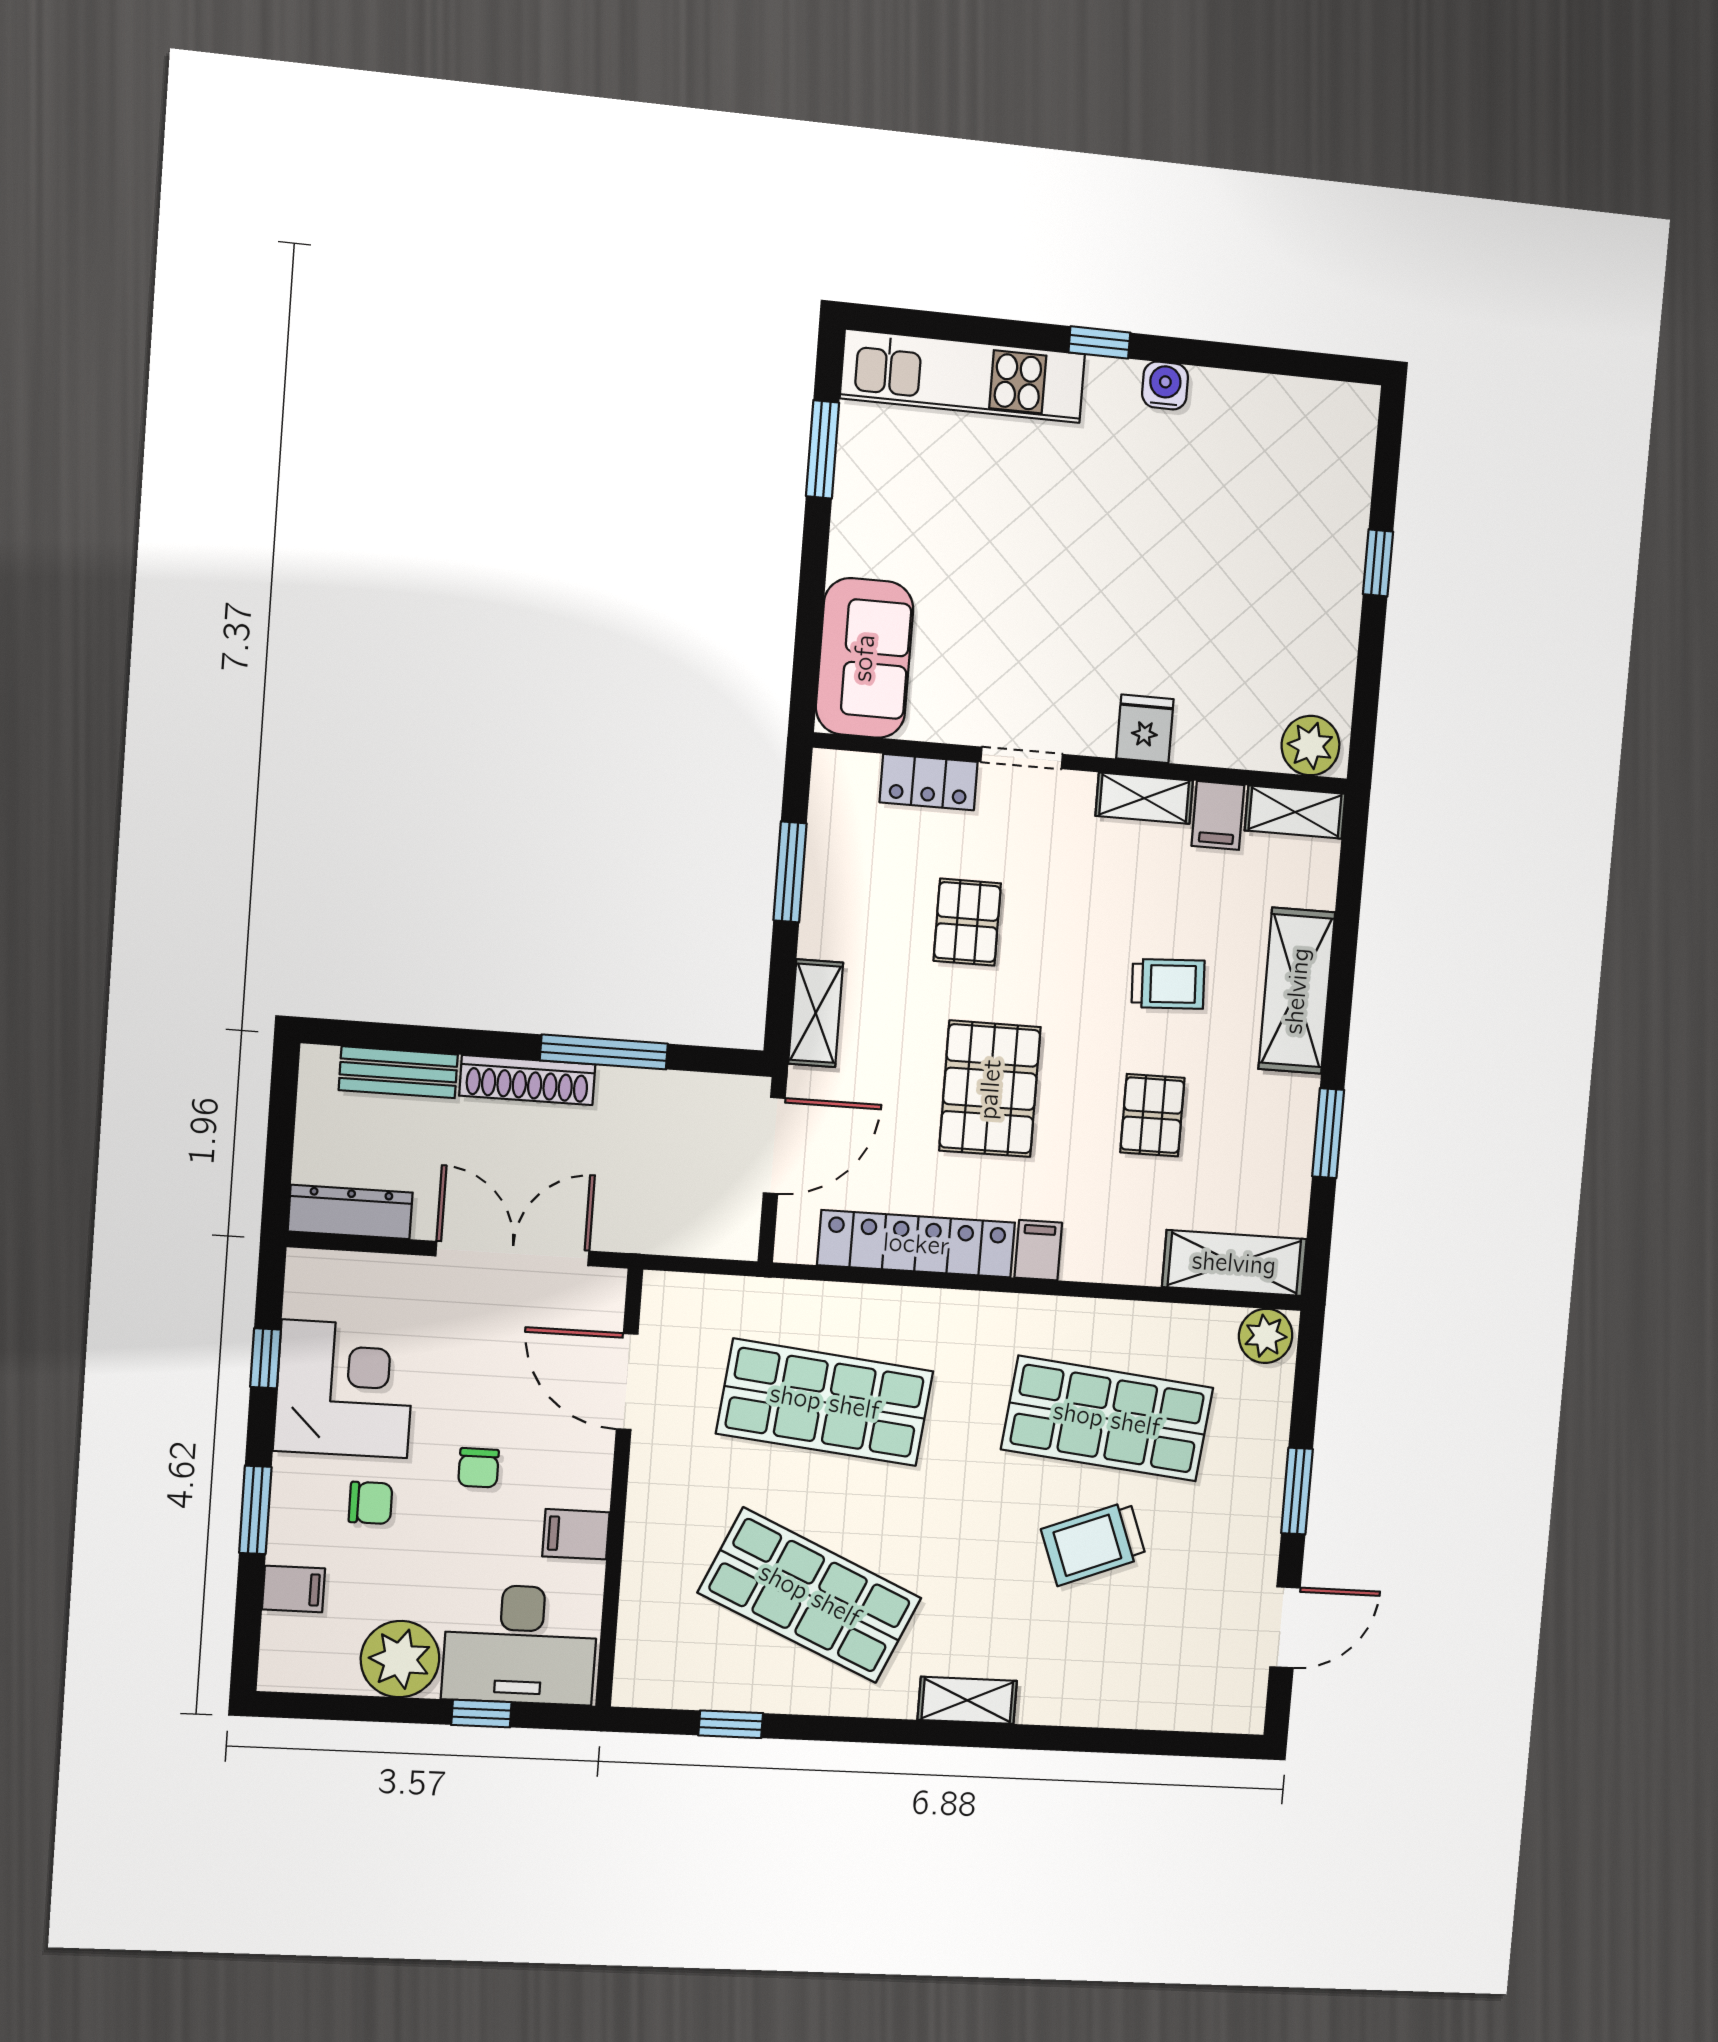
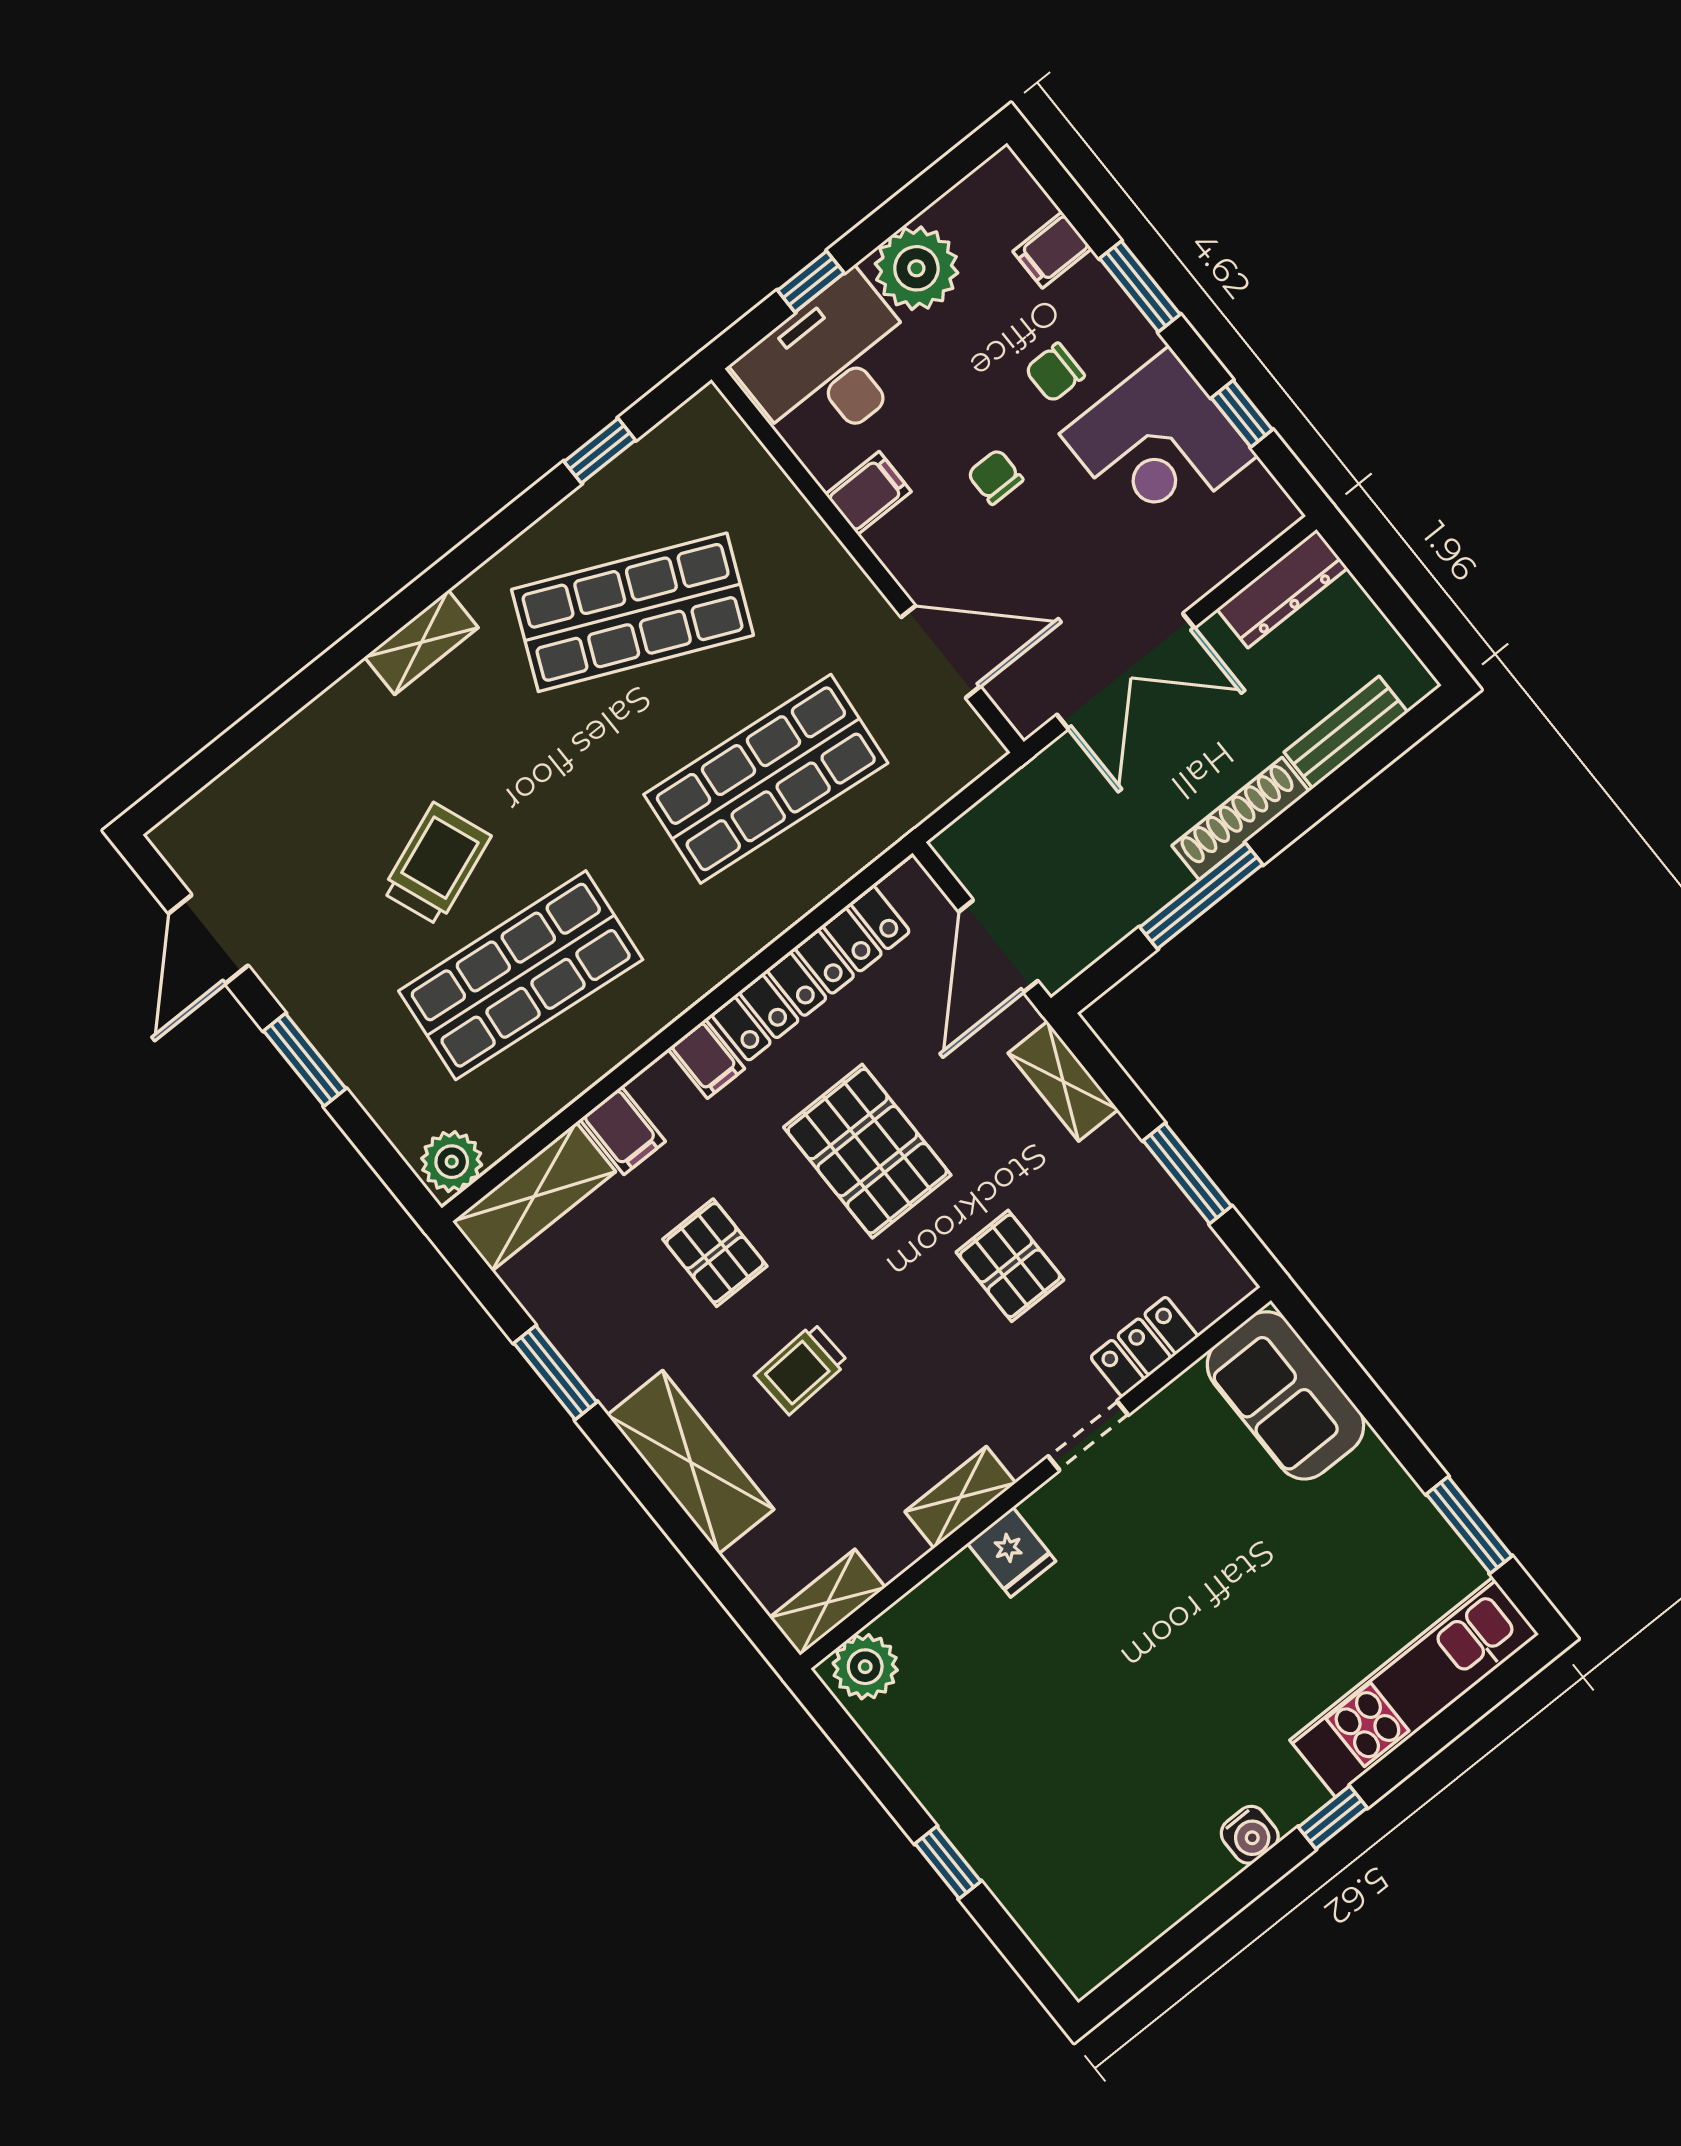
filing cabinet: (1218, 816) -> (623, 1130), moved, turned 180

